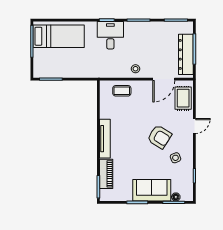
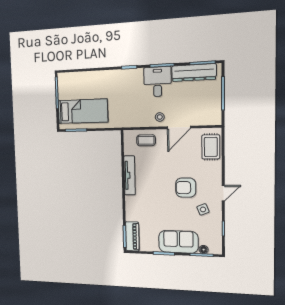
desk: (110, 35) -> (157, 82), moved
bed: (59, 36) -> (83, 111), moved
dresser: (186, 54) -> (194, 73), moved, turned -90
door: (164, 79) -> (179, 127), moved
door: (194, 126) -> (223, 193), moved
armchair: (159, 137) -> (186, 188), turned 148
tv unit: (105, 139) -> (130, 175), moved
piano: (106, 174) -> (132, 236), moved

